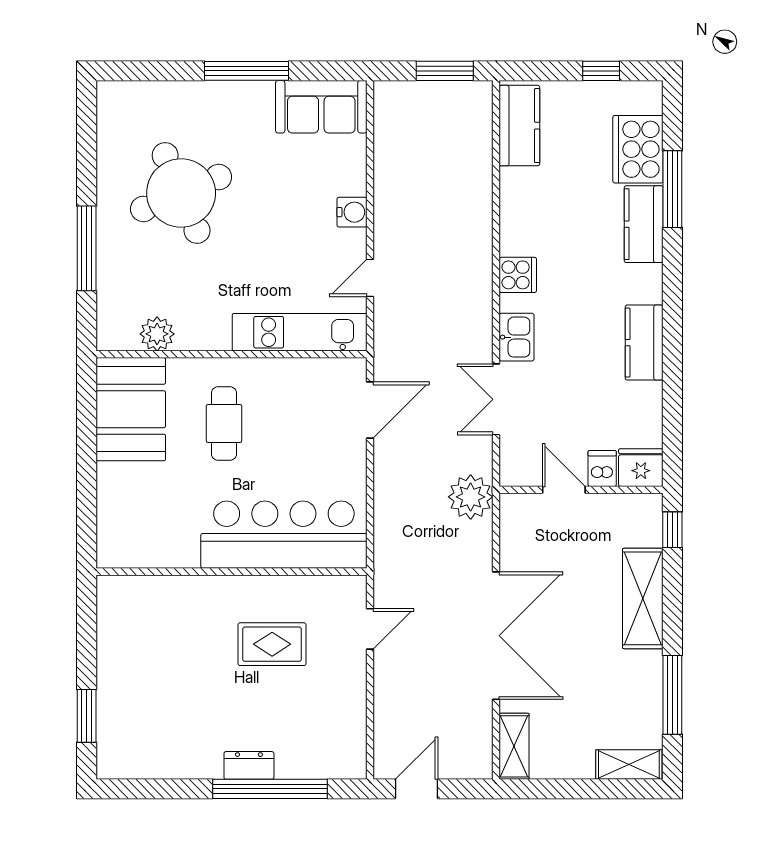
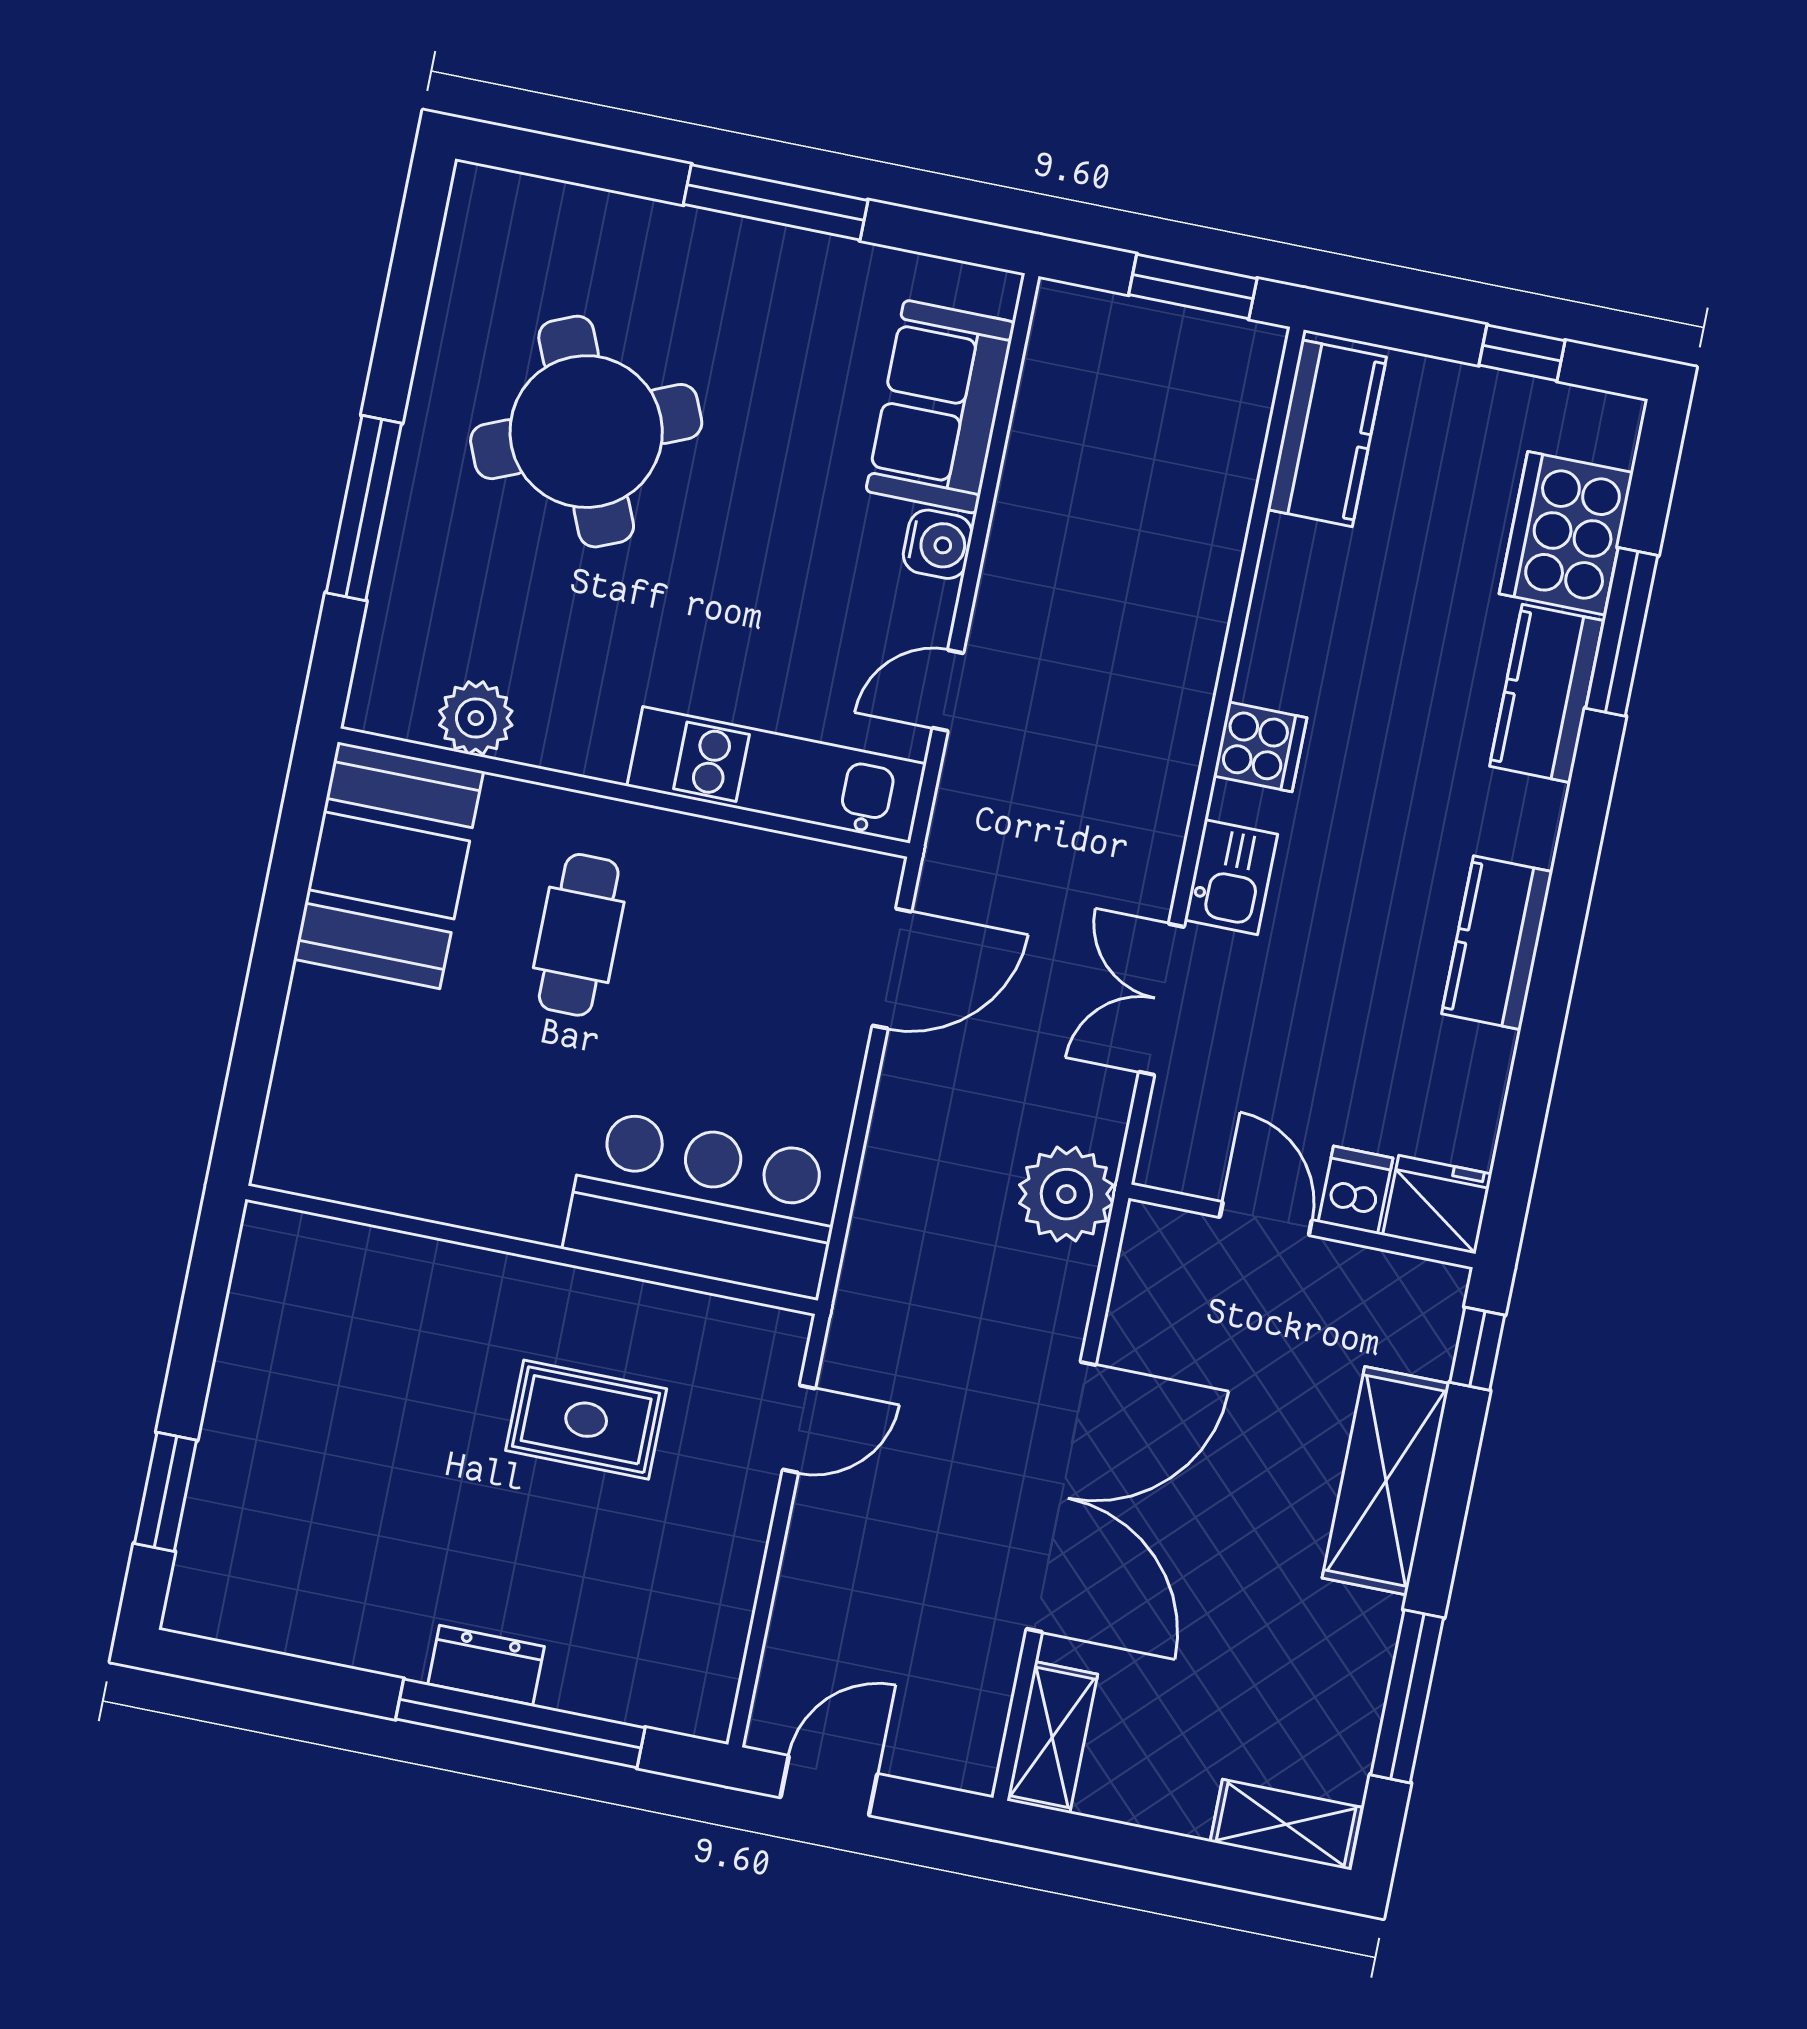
sofa: (321, 107) -> (940, 407), moved, turned 90
bar counter: (284, 535) -> (704, 1204), width x0.73

